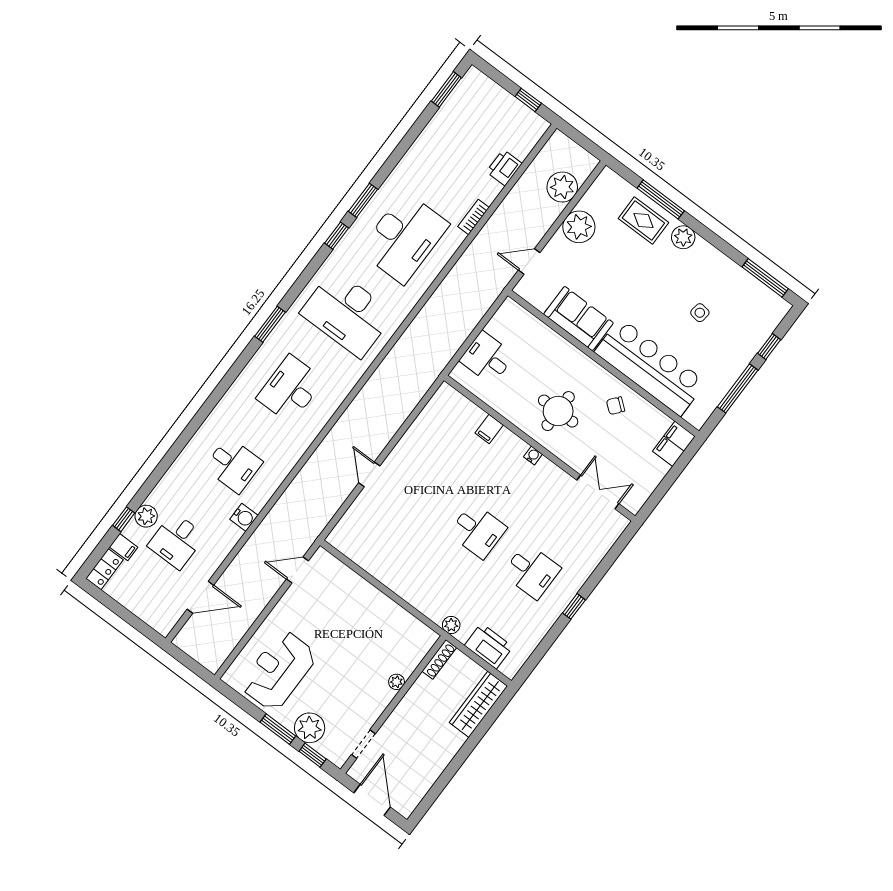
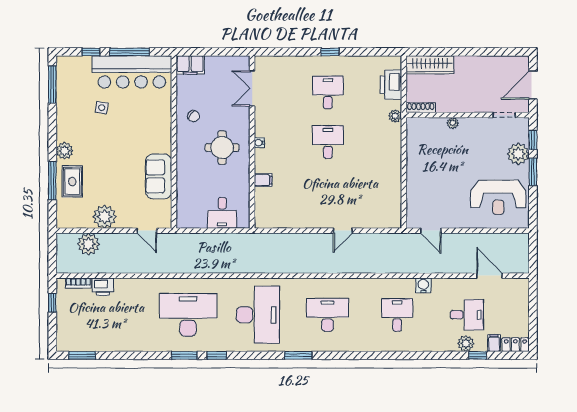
bookcase: (473, 217) -> (78, 283), moved
bar counter: (650, 367) -> (132, 72), moved, turned -90
desk: (290, 389) -> (327, 315), turned 180

